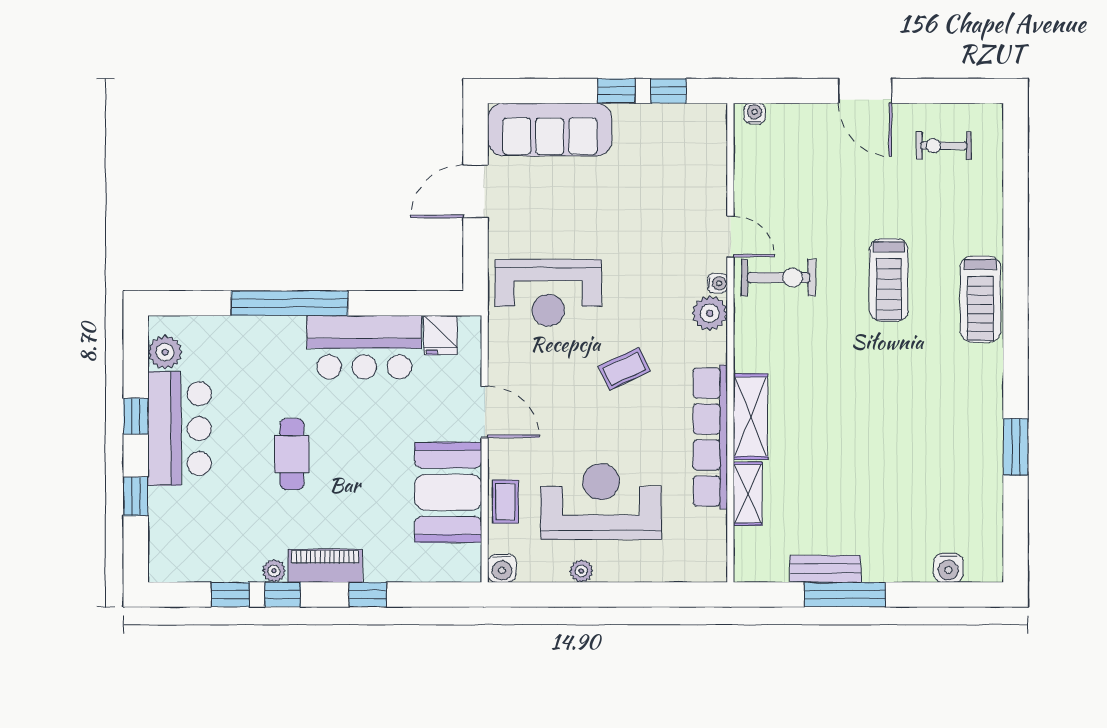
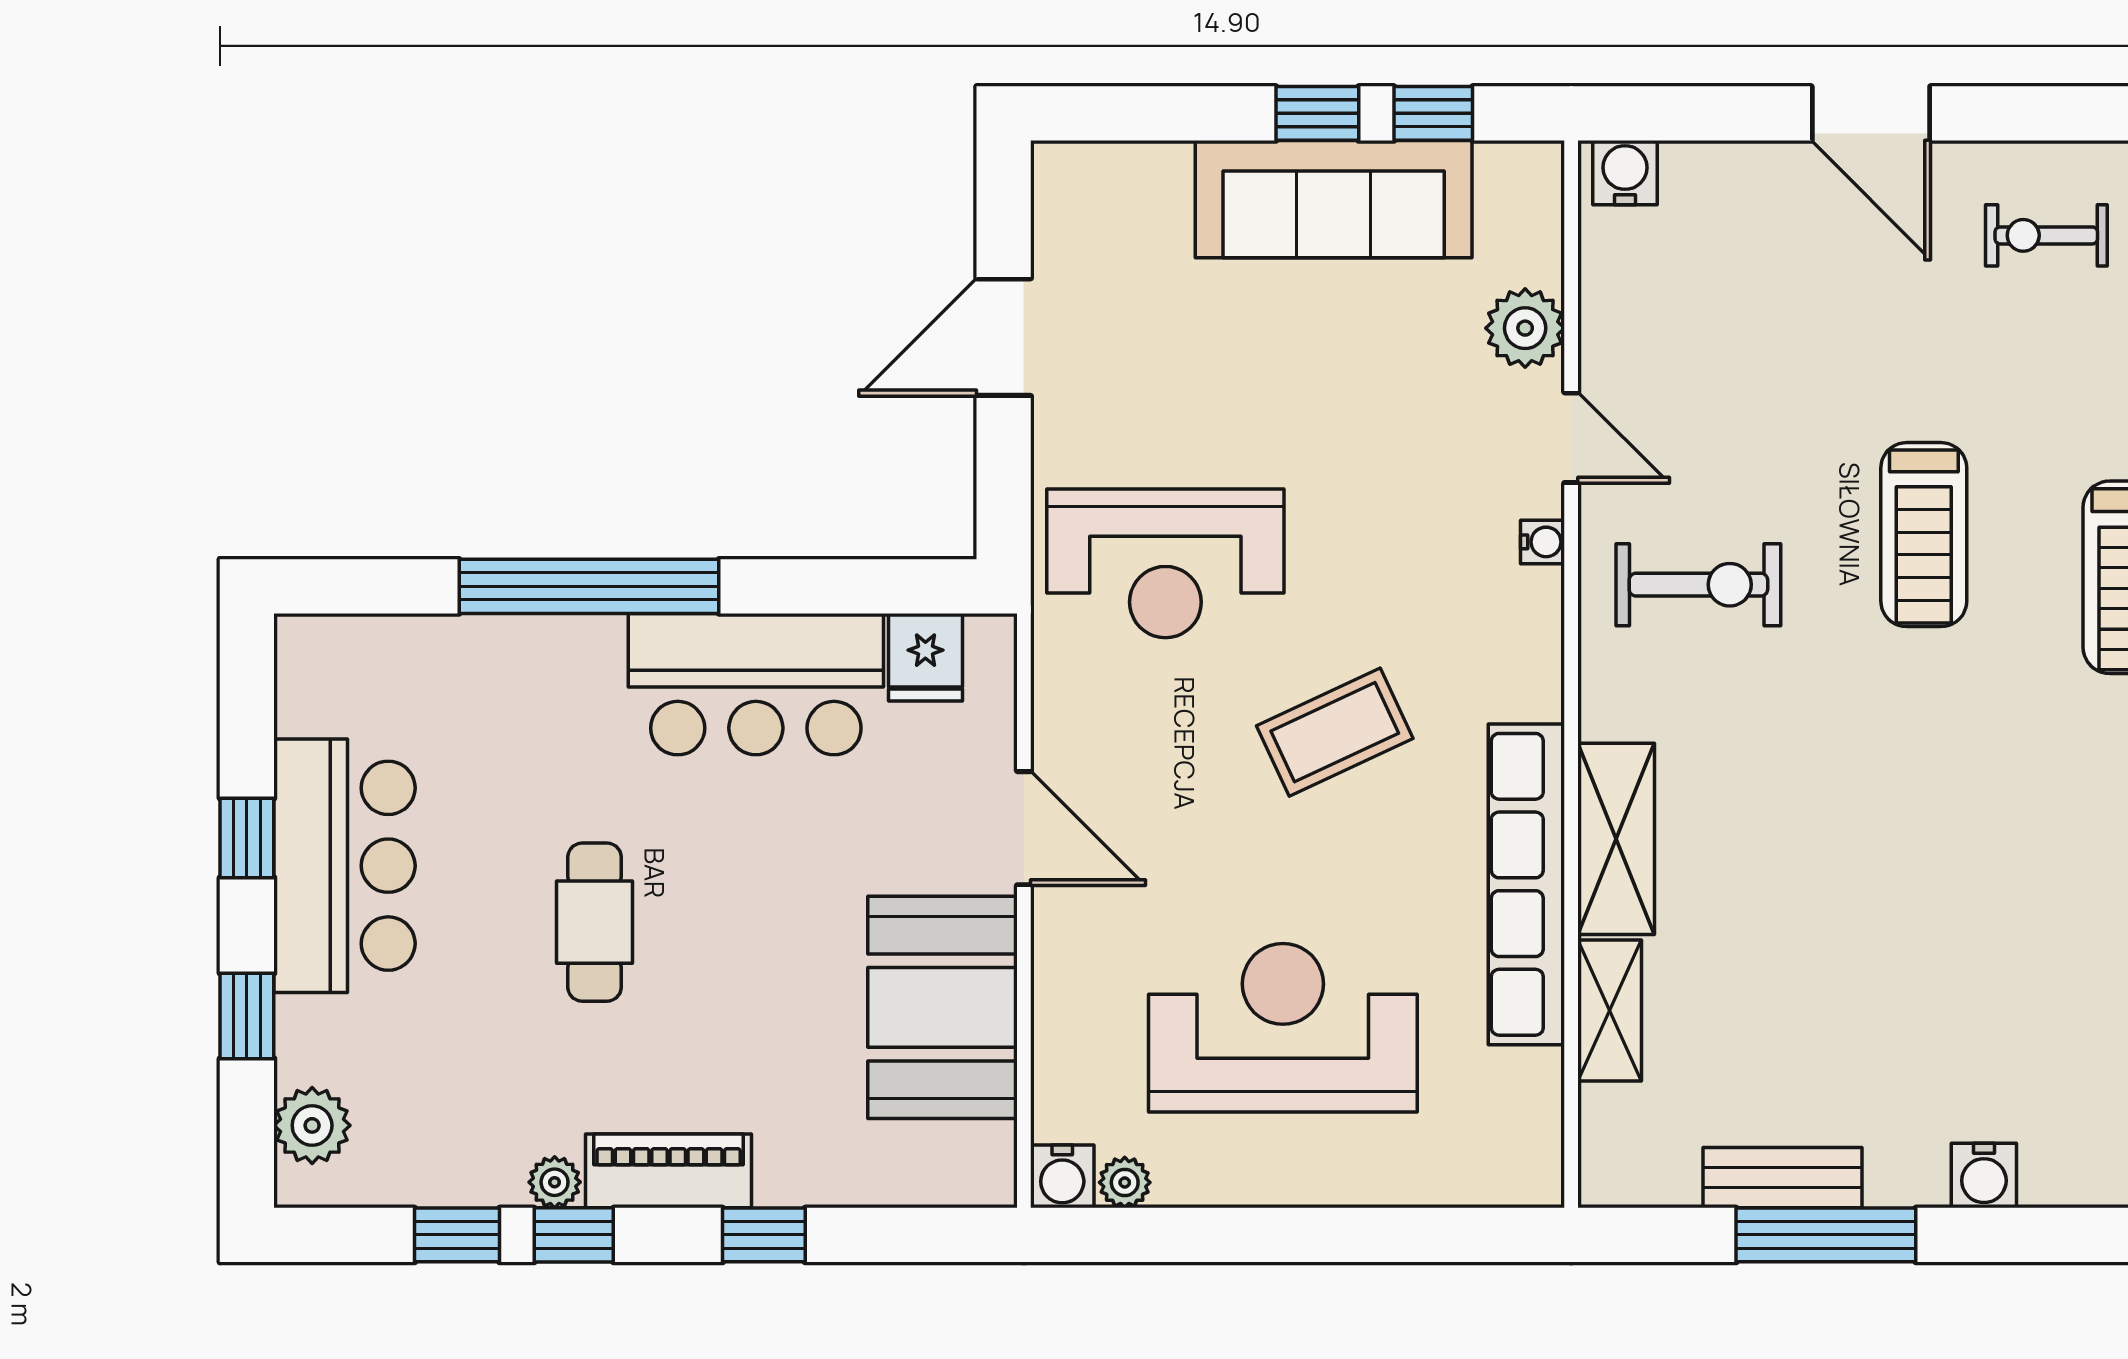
water cooler: (755, 113) -> (1625, 173), width x1.38, depth x1.38
sofa: (550, 129) -> (1334, 199), moved
exercise bike: (779, 278) -> (1698, 585), moved
plant: (710, 313) -> (1525, 328), moved
plant: (165, 352) -> (312, 1125), moved
coffee table: (624, 369) -> (1335, 732), width x1.36, depth x1.30
coffee table: (505, 502) -> (1070, 1028), removed
water cooler: (948, 568) -> (1984, 1175), moved
plant: (581, 571) -> (1125, 1182), moved

